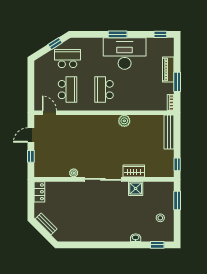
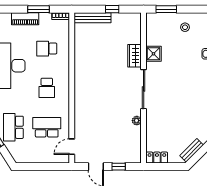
school desk: (104, 90) -> (47, 88), width x0.54
school desk: (141, 90) -> (47, 49), added
plant: (124, 121) -> (80, 66), removed
window: (177, 164) -> (112, 9), moved

